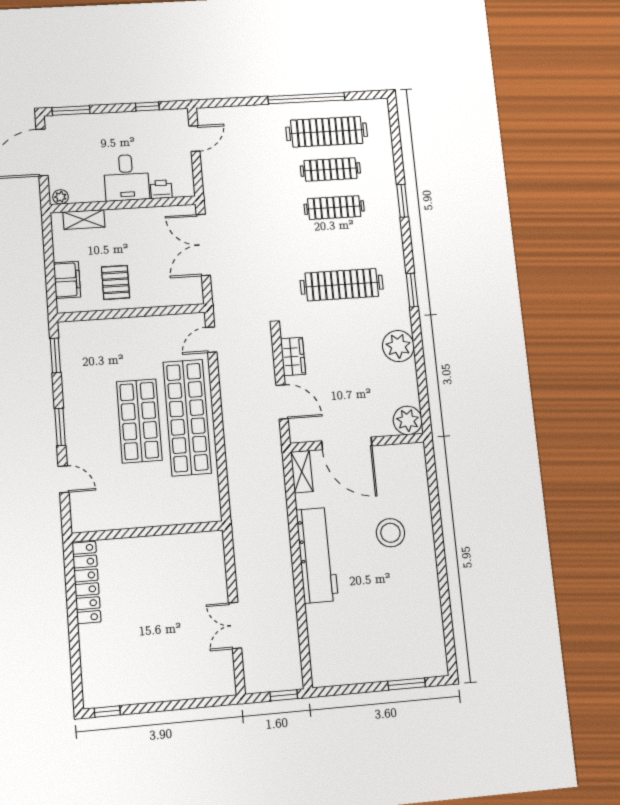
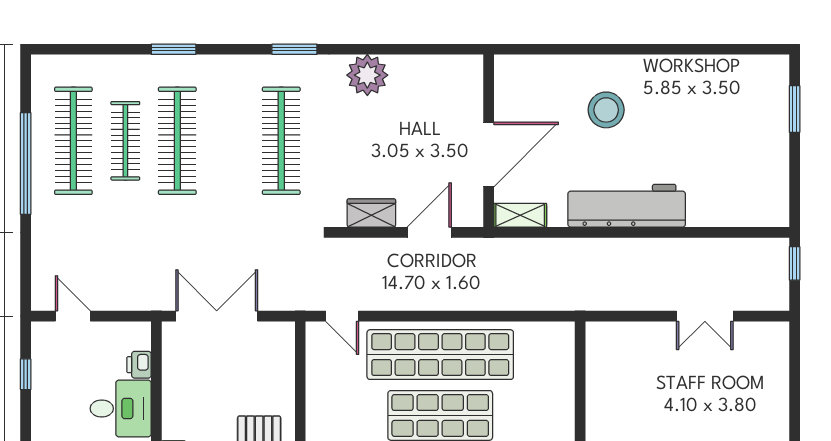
clothes rail: (334, 208) -> (177, 141), width x1.37, depth x1.31
double door: (203, 245) -> (217, 316), swing flipped
plant: (408, 420) -> (465, 73), removed

